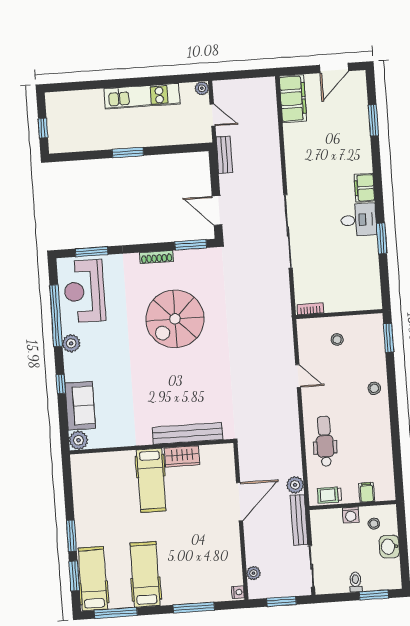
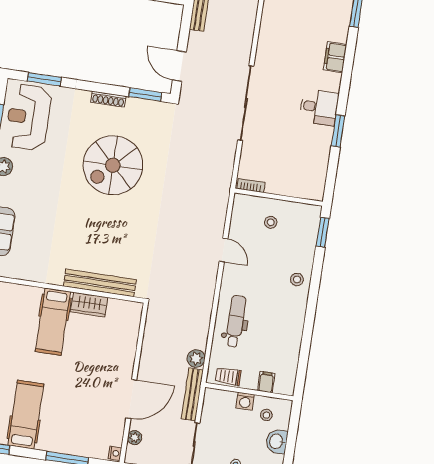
filing cabinet: (364, 188) -> (335, 57), moved
door: (240, 502) -> (131, 399), moved

